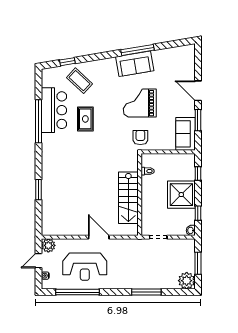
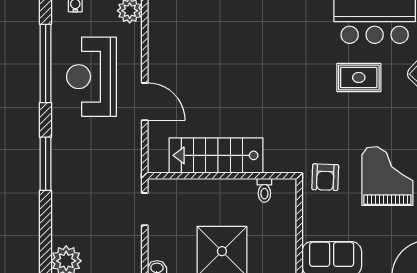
armchair: (140, 137) -> (325, 177), turned 92
door: (99, 237) -> (145, 102), hinge flipped
window: (146, 292) -> (46, 164), moved

